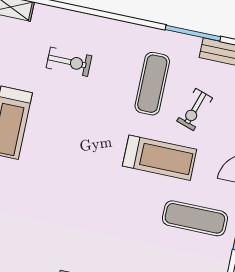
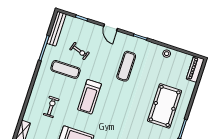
treadmill: (160, 158) -> (89, 97), moved, turned 180
exercise mat: (195, 218) -> (126, 66), moved

